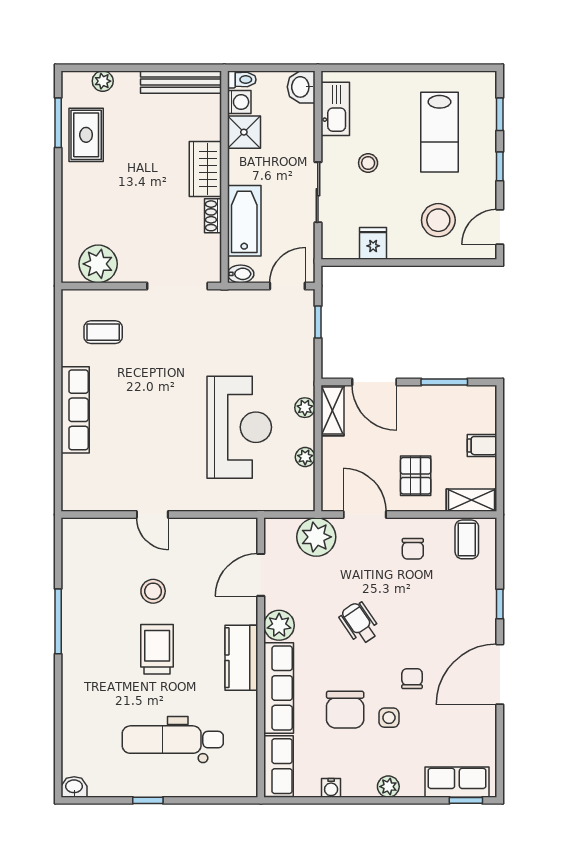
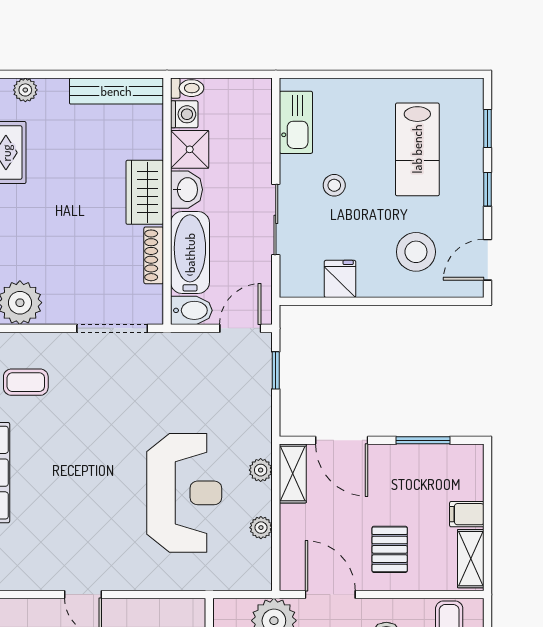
washbasin: (301, 87) -> (187, 190), moved, turned 180
shoe rack: (213, 216) -> (154, 255), width x1.43
bidet: (241, 274) -> (191, 310), width x1.38, depth x1.36
shelving: (472, 500) -> (471, 559), moved, turned 90

